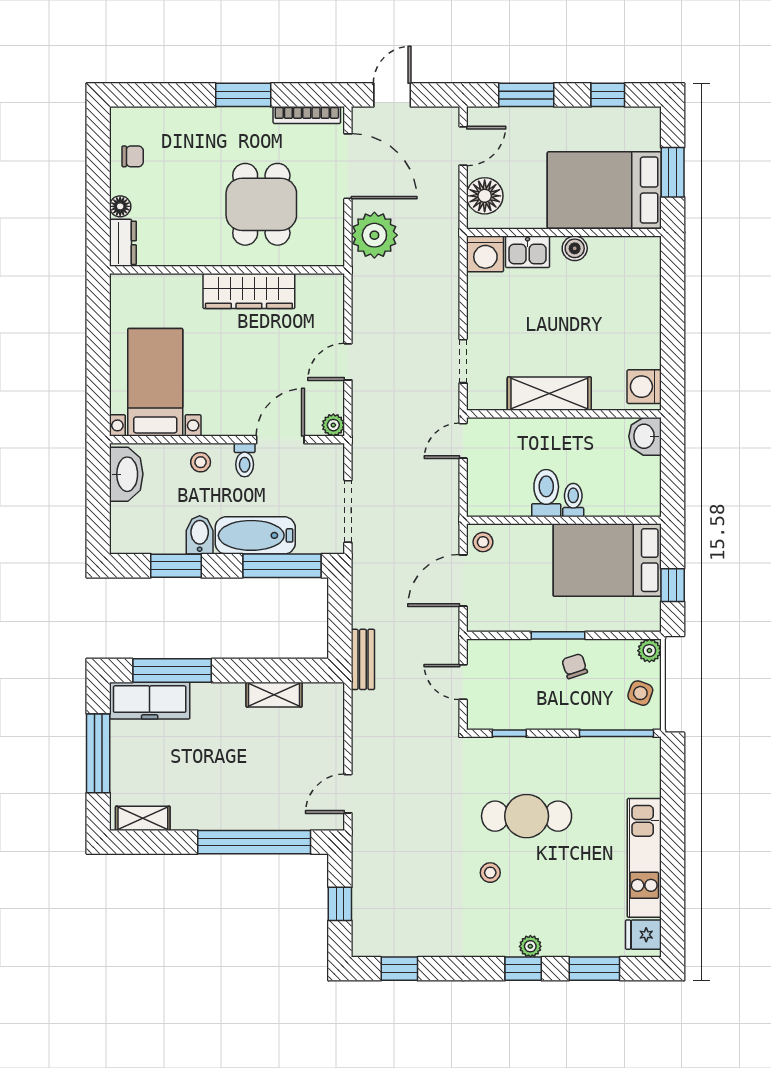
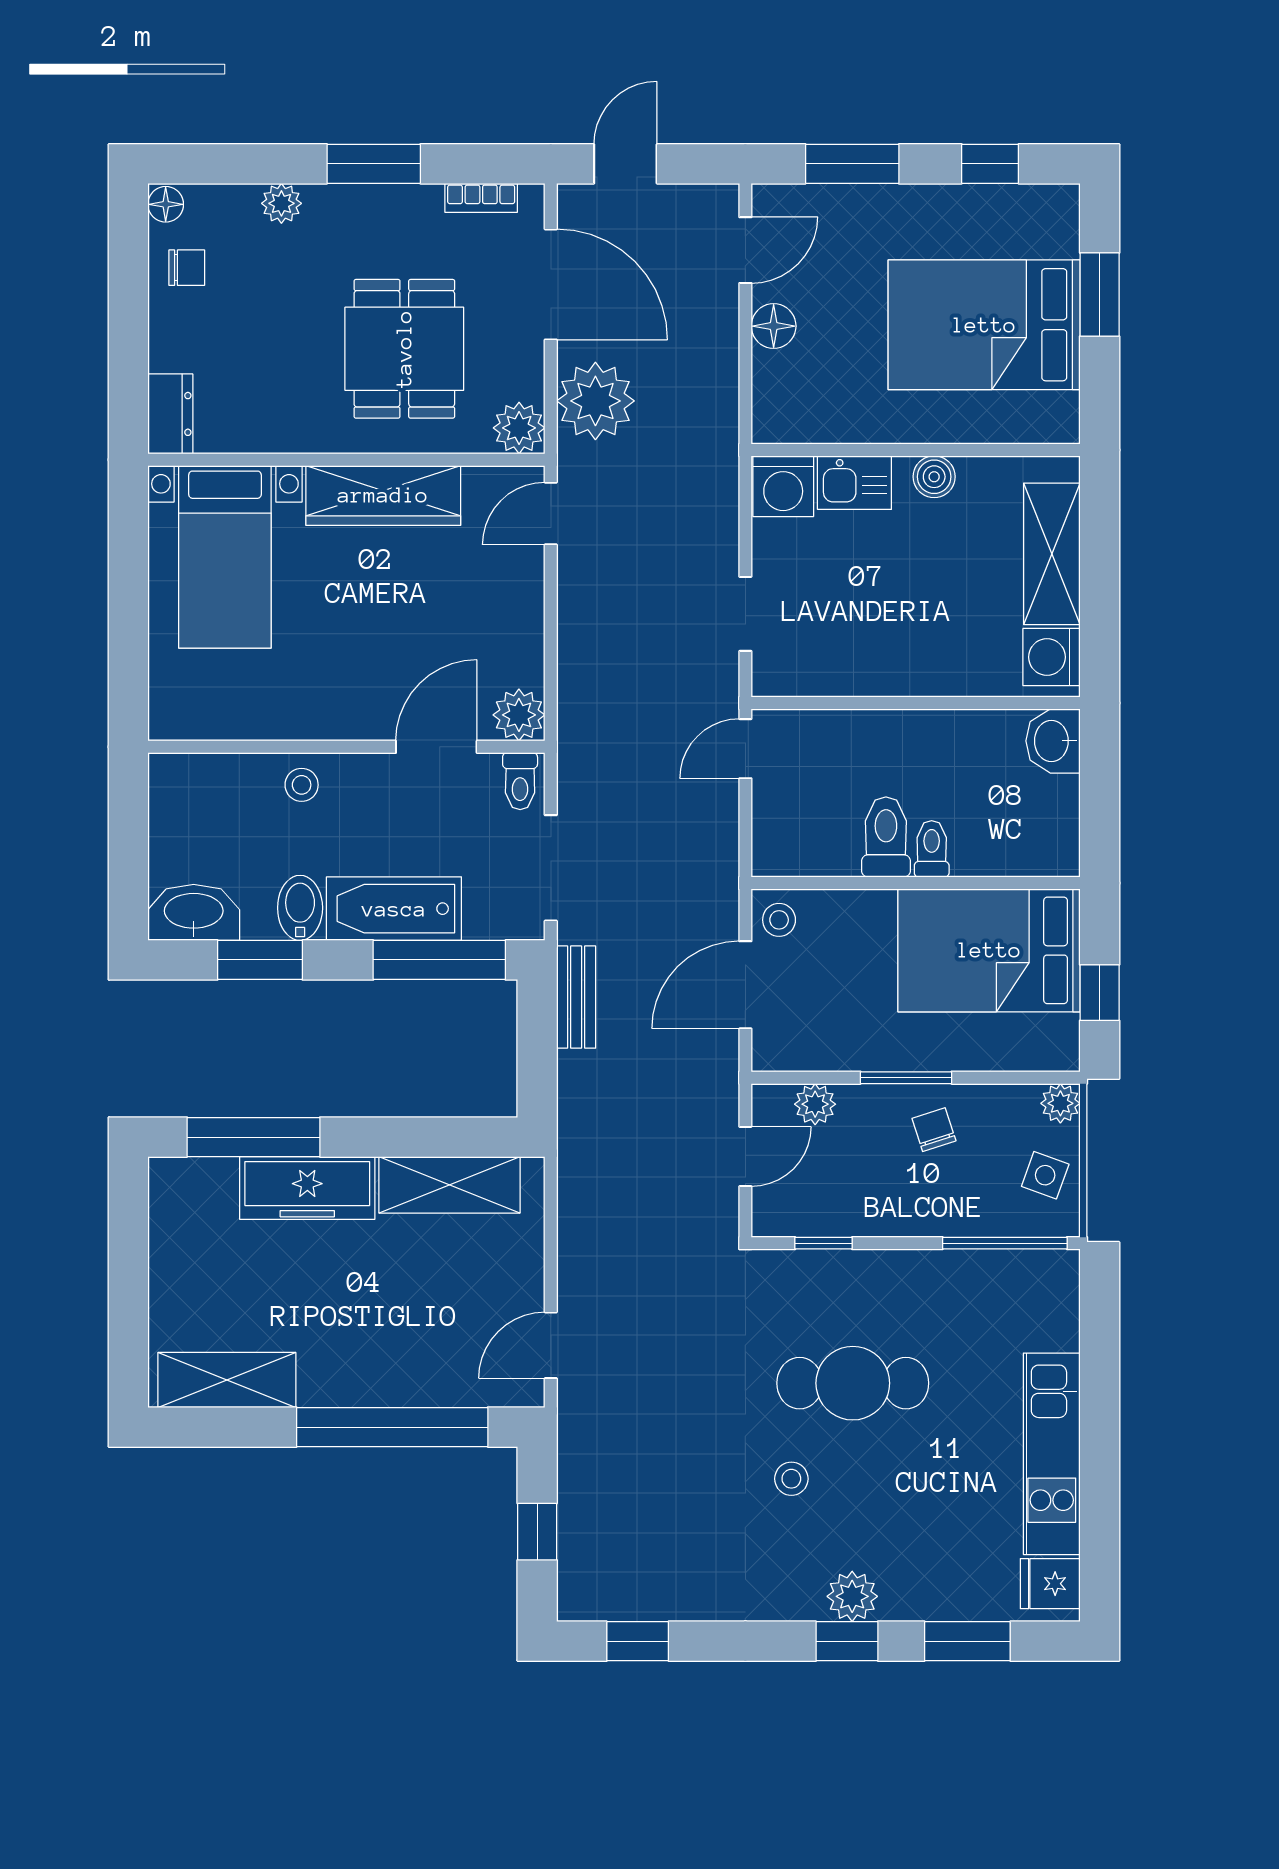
bookcase: (307, 115) -> (481, 198), width x0.64
plant: (189, 118) -> (281, 203), added
floor lamp: (485, 196) -> (774, 326), width x0.73, depth x0.73
floor lamp: (120, 206) -> (166, 204), moved
wall: (564, 232) -> (916, 450), moved
boiler: (575, 248) -> (934, 477), moved
plant: (329, 251) -> (519, 428), added
kitchen sink: (528, 252) -> (854, 483), moved
washing machine: (485, 254) -> (783, 486), moved
door: (348, 362) -> (551, 514), moved
bed with nightstands: (155, 382) -> (225, 557), moved, turned 180
shelving: (549, 394) -> (1052, 554), moved, turned 90
plant: (333, 425) -> (519, 715), width x1.38, depth x1.38
toilet: (245, 460) -> (520, 781), moved
washbasin: (126, 474) -> (194, 912), moved, turned -90
plant: (504, 651) -> (815, 1104), added
bench: (363, 659) -> (576, 997), moved
door: (463, 682) -> (745, 1156), swing flipped
shelving: (274, 695) -> (449, 1185), width x1.50, depth x1.33
freezer: (150, 701) -> (307, 1188), moved
window: (98, 753) -> (128, 1277), removed
shelving: (143, 818) -> (227, 1380), width x1.50, depth x1.33
plant: (530, 946) -> (852, 1596), width x1.38, depth x1.38

